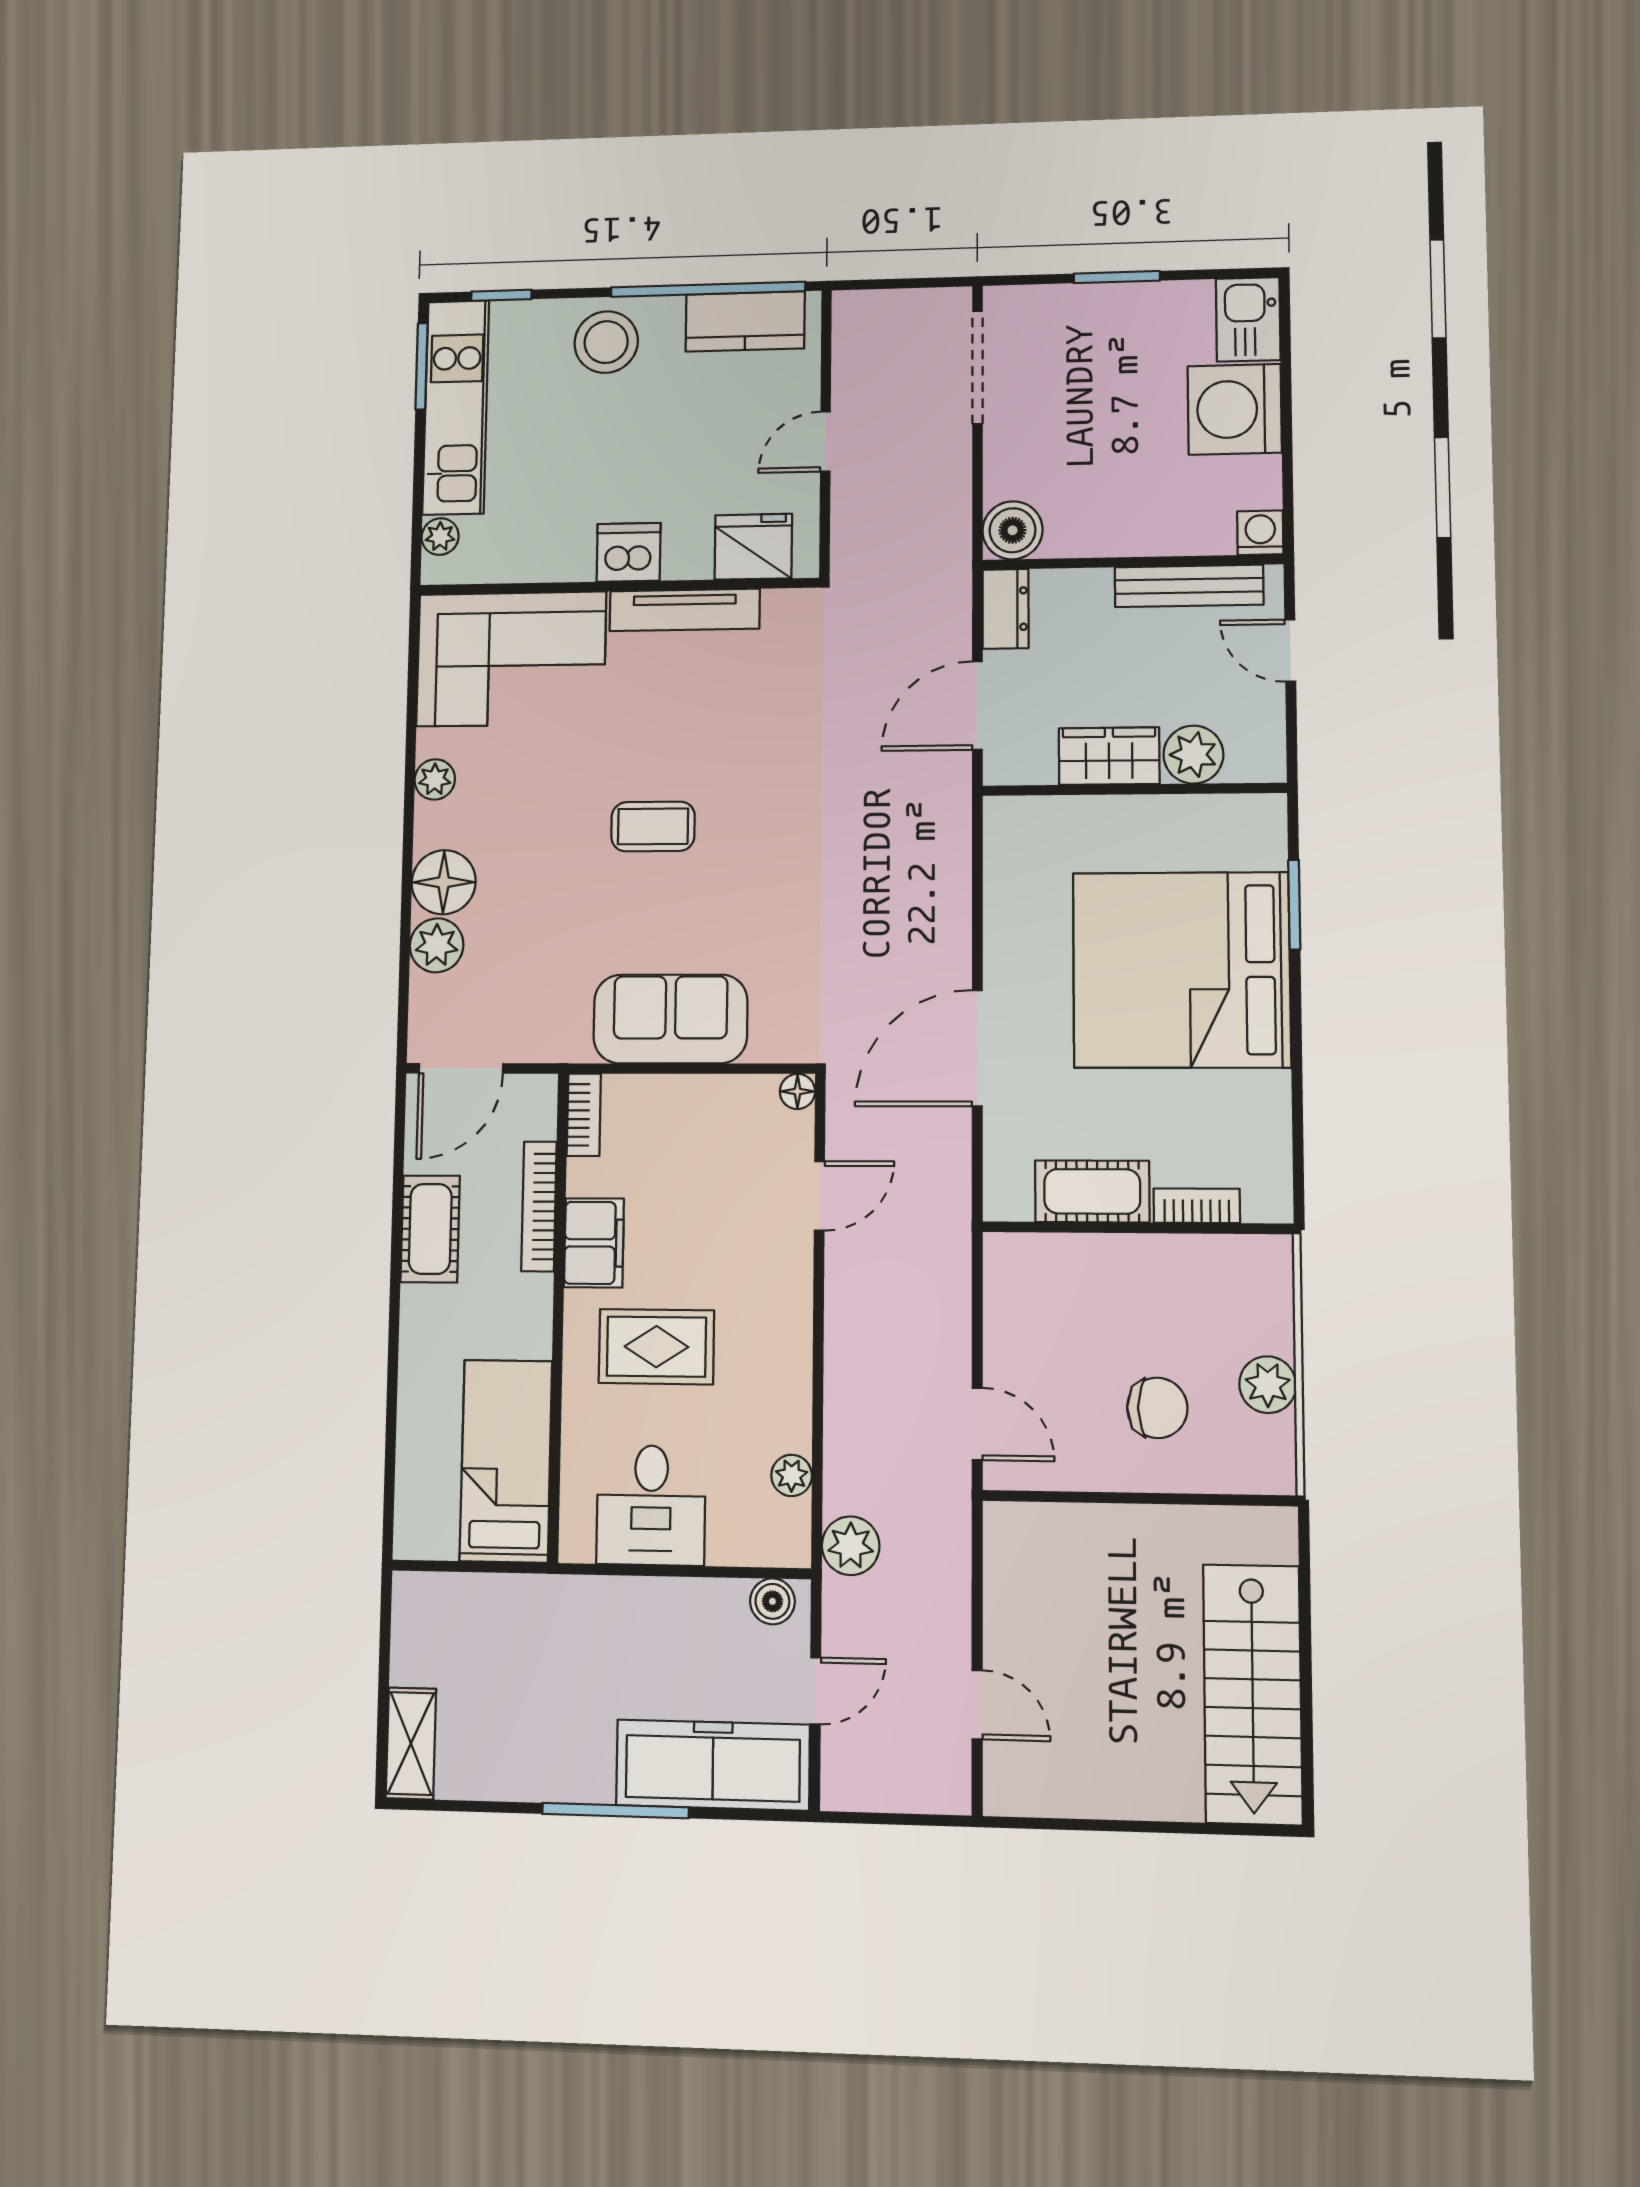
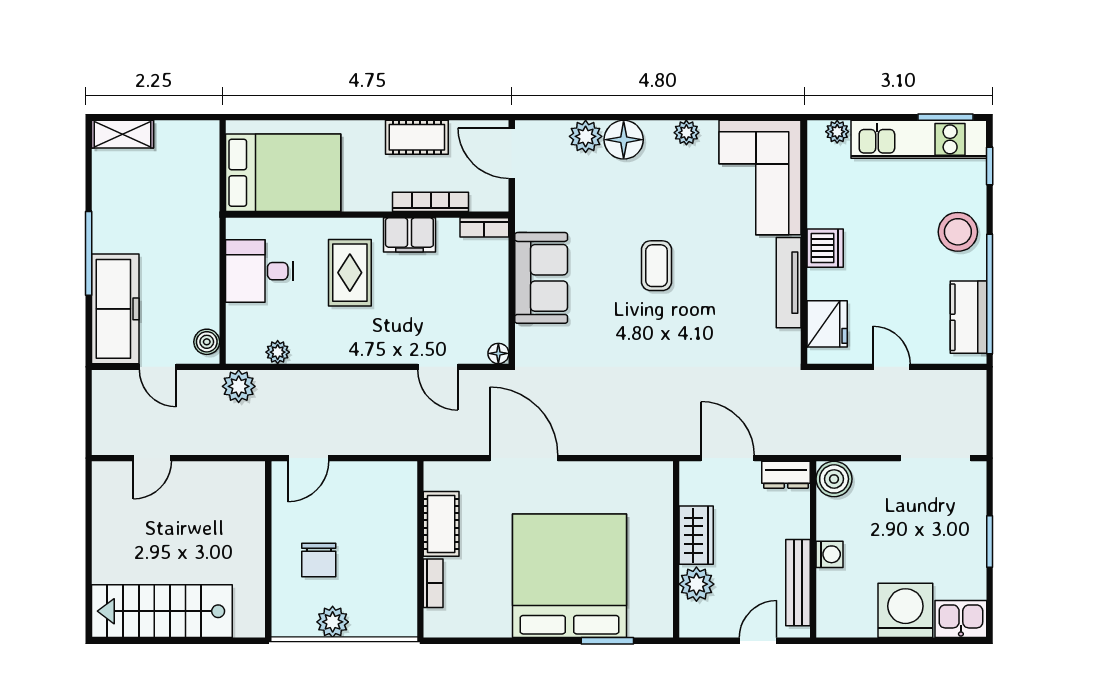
washing machine: (1260, 533) -> (829, 554), moved
bed: (506, 1461) -> (283, 173), width x1.50

